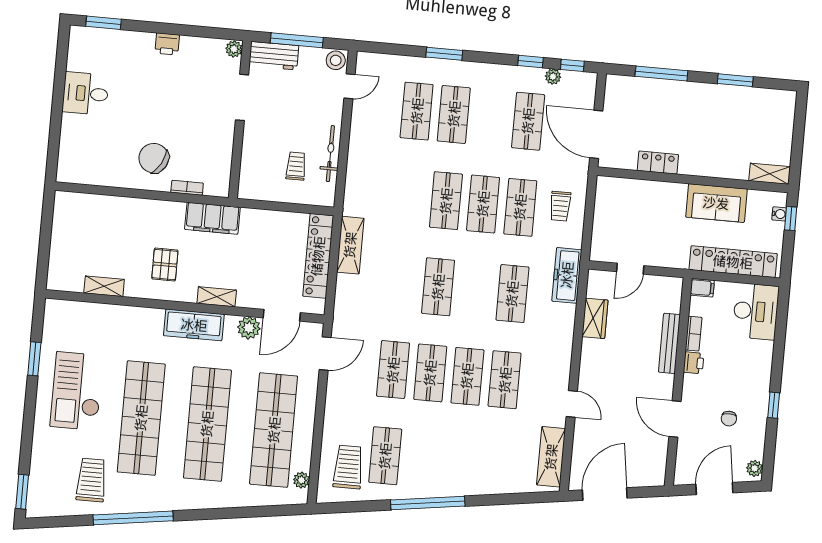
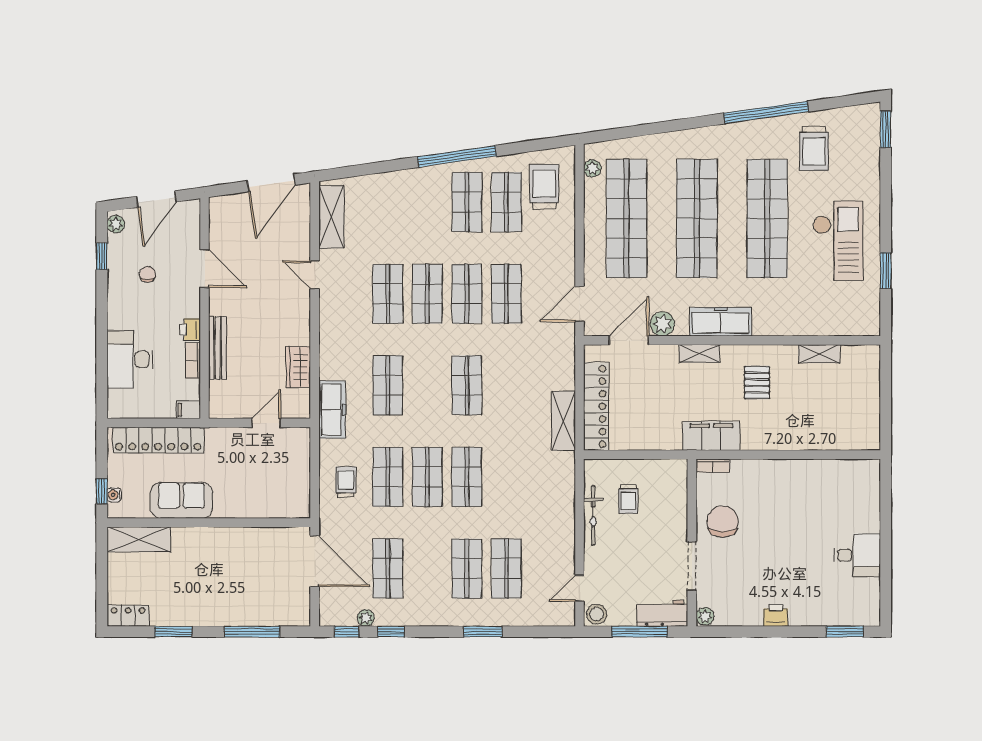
chair: (154, 158) -> (723, 522), moved, turned -119
locker: (658, 163) -> (128, 616), moved, turned 180
shelving: (770, 174) -> (139, 539), width x1.50, depth x1.33
bookcase: (187, 188) -> (713, 466), moved
desk: (756, 311) -> (130, 359), moved
window: (774, 405) -> (102, 256), moved
shop shelf: (422, 459) -> (467, 202), added
trolley: (348, 467) -> (544, 187), turned 180

